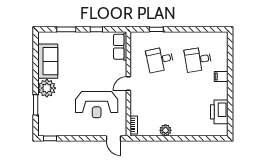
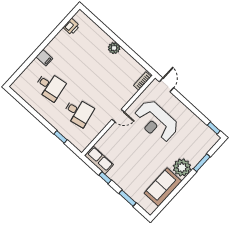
row of seats: (120, 47) -> (99, 160), moved, turned -90
reception desk: (97, 105) -> (156, 121), turned 180
printer: (219, 112) -> (71, 27), width x0.53, depth x0.68
plant: (165, 130) -> (114, 48), moved

